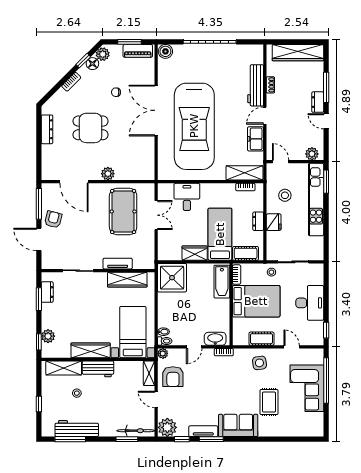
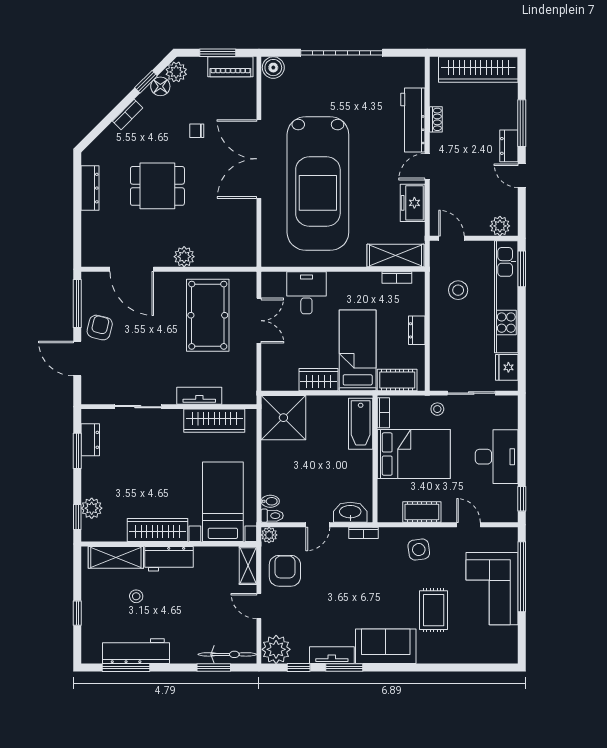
fridge: (274, 222) -> (507, 367), moved, turned 180
armchair: (173, 377) -> (285, 571), turned 180

